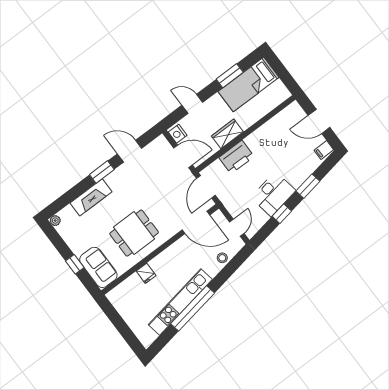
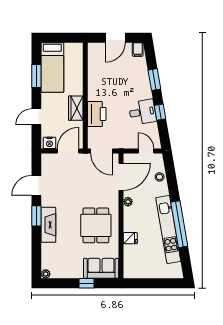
desk: (273, 194) -> (142, 112), width x0.73
fireplace: (91, 197) -> (48, 225), moved
plant: (178, 246) -> (128, 202), added

